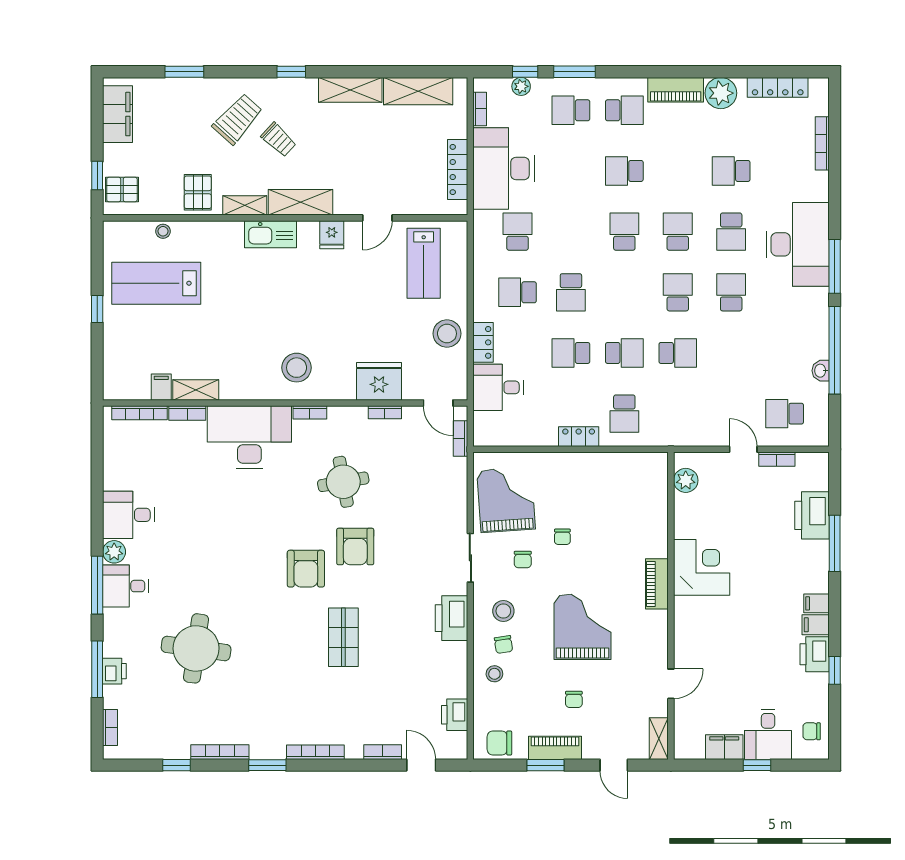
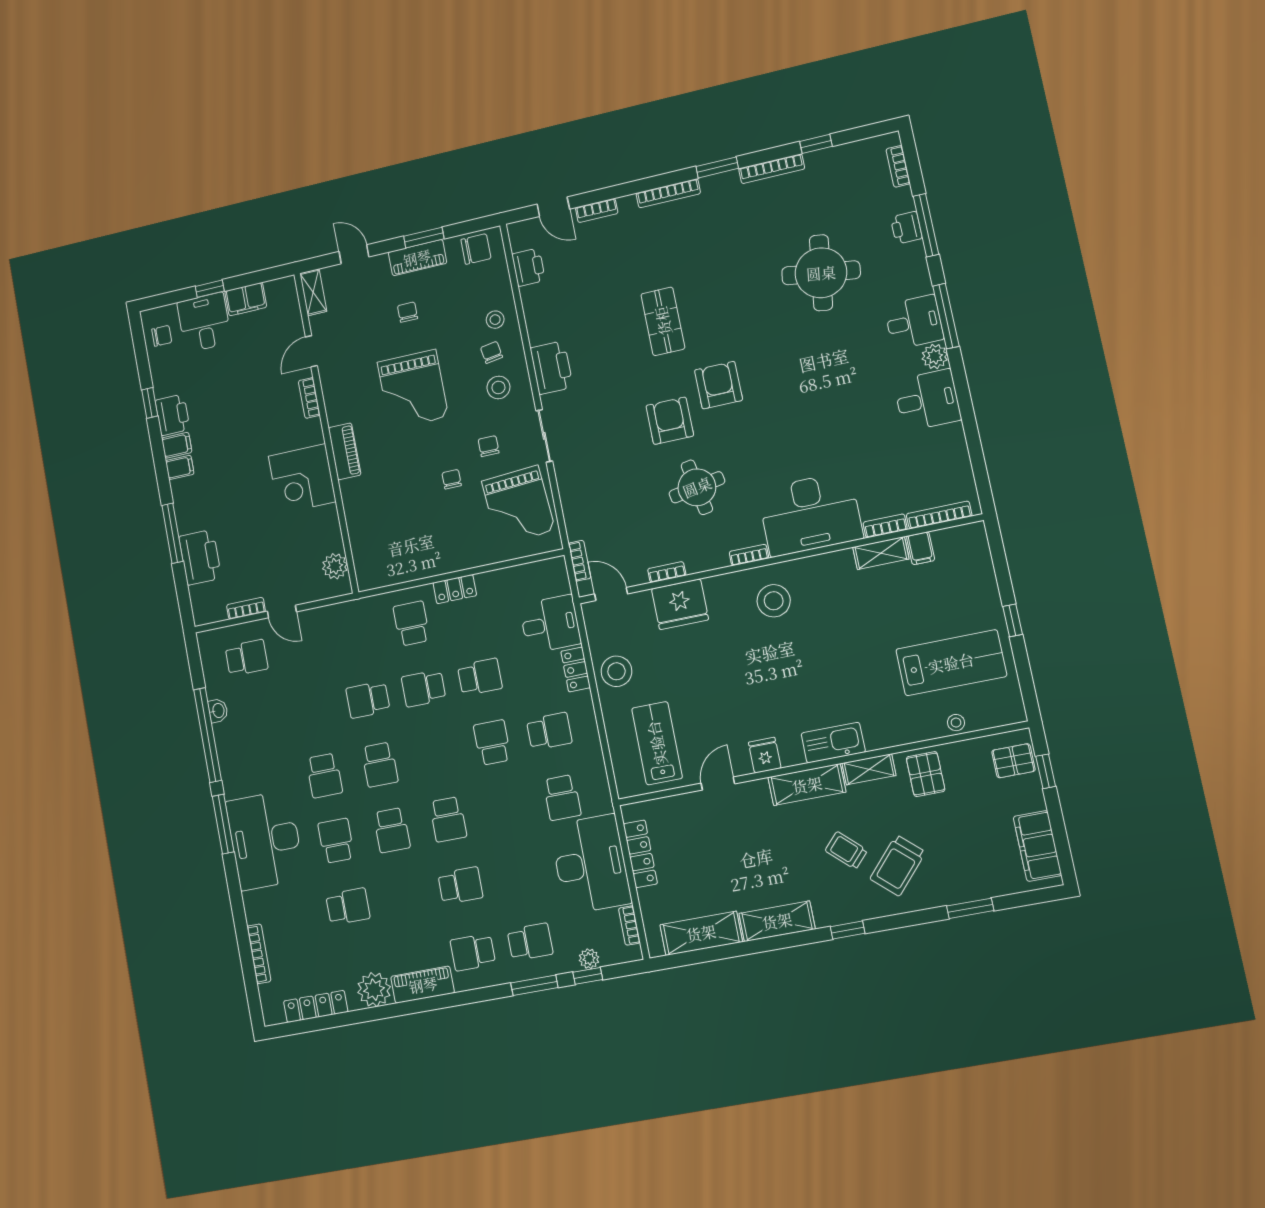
bookcase: (681, 641) -> (309, 398), added

